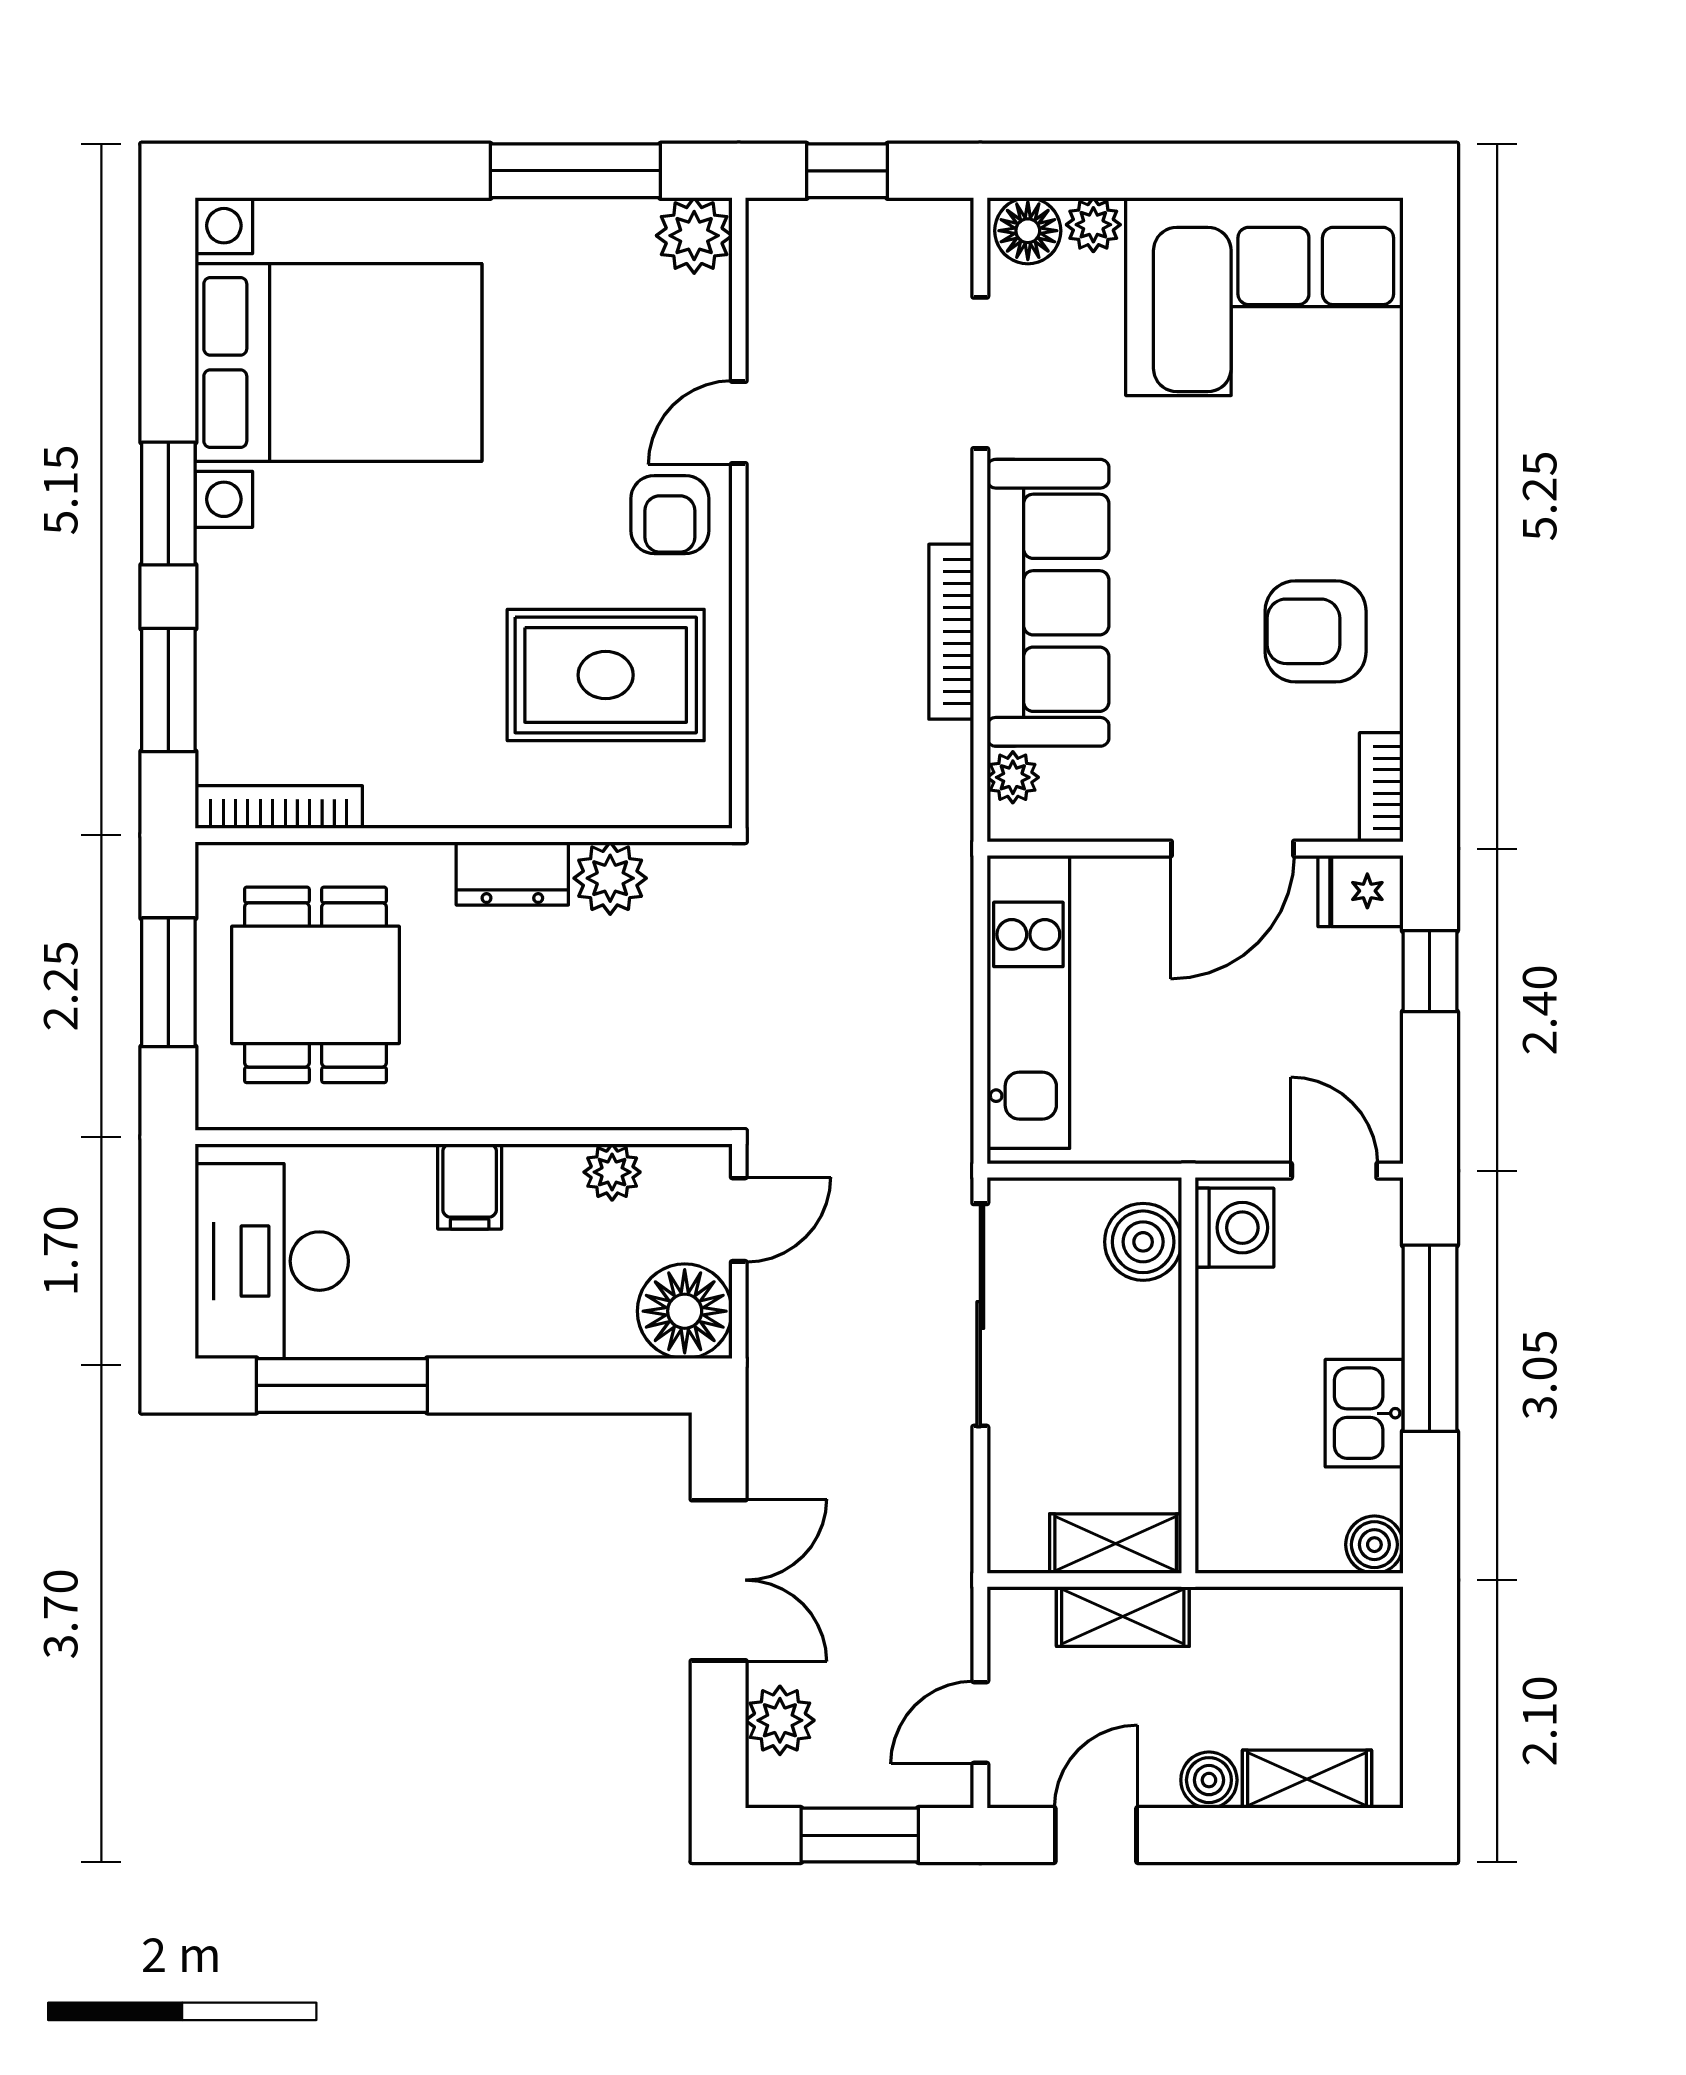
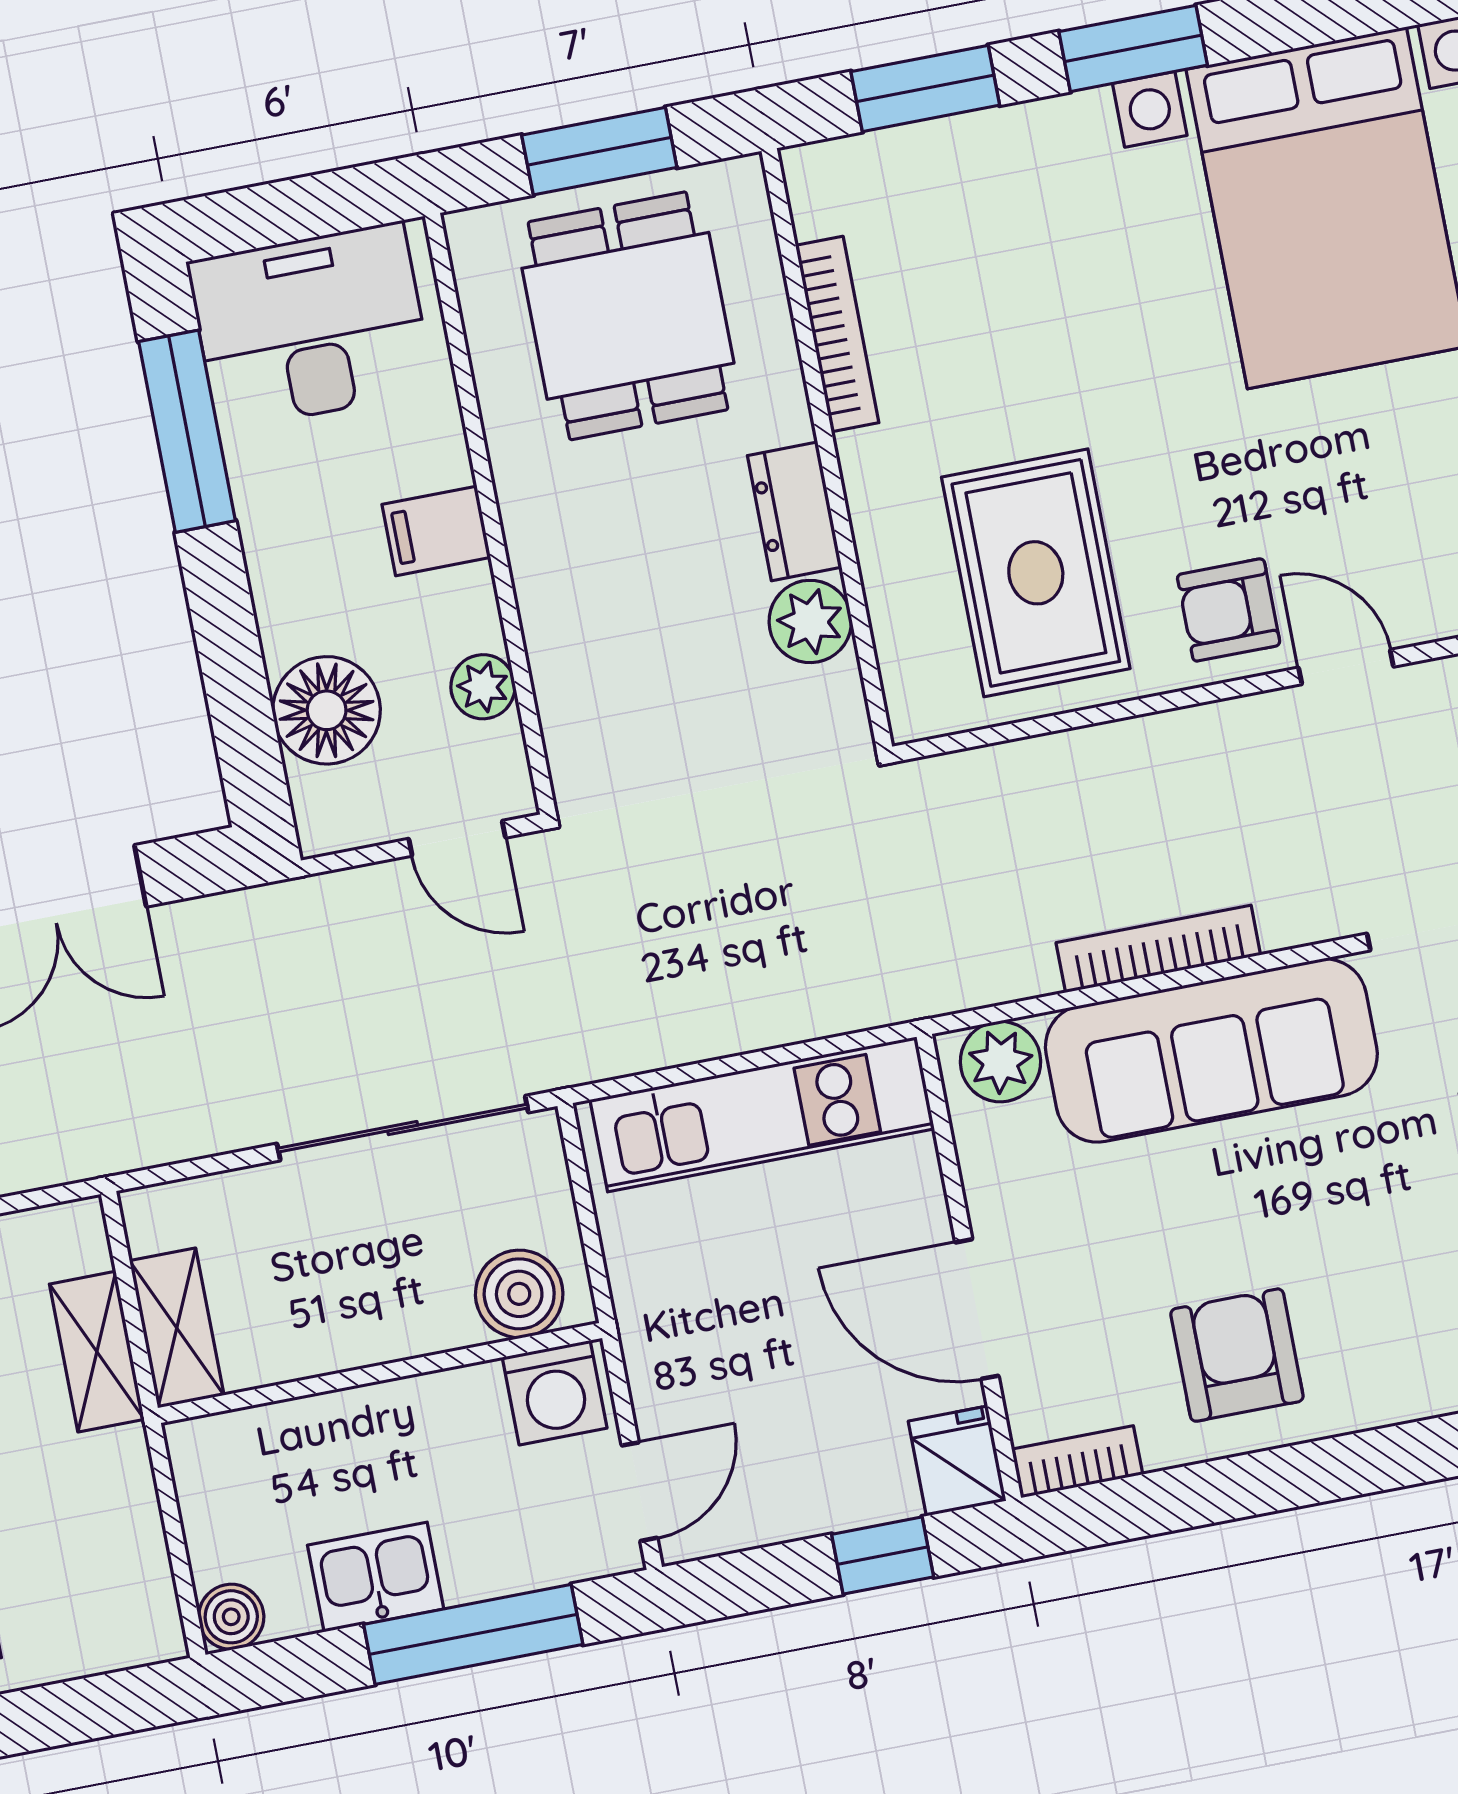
plant: (1013, 777) -> (1000, 1062), width x1.38, depth x1.38
bookcase: (279, 807) -> (837, 334), moved
dining table: (315, 985) -> (628, 316), turned 90
floor lamp: (685, 1311) -> (327, 710), moved

